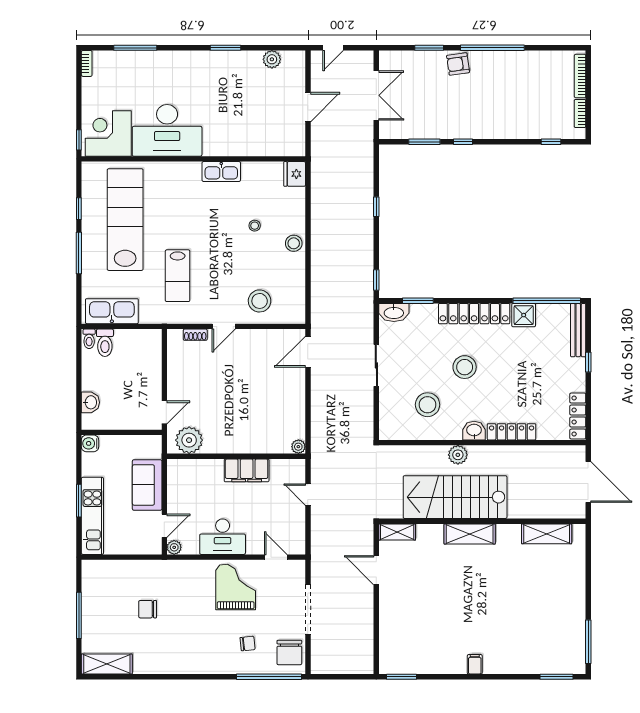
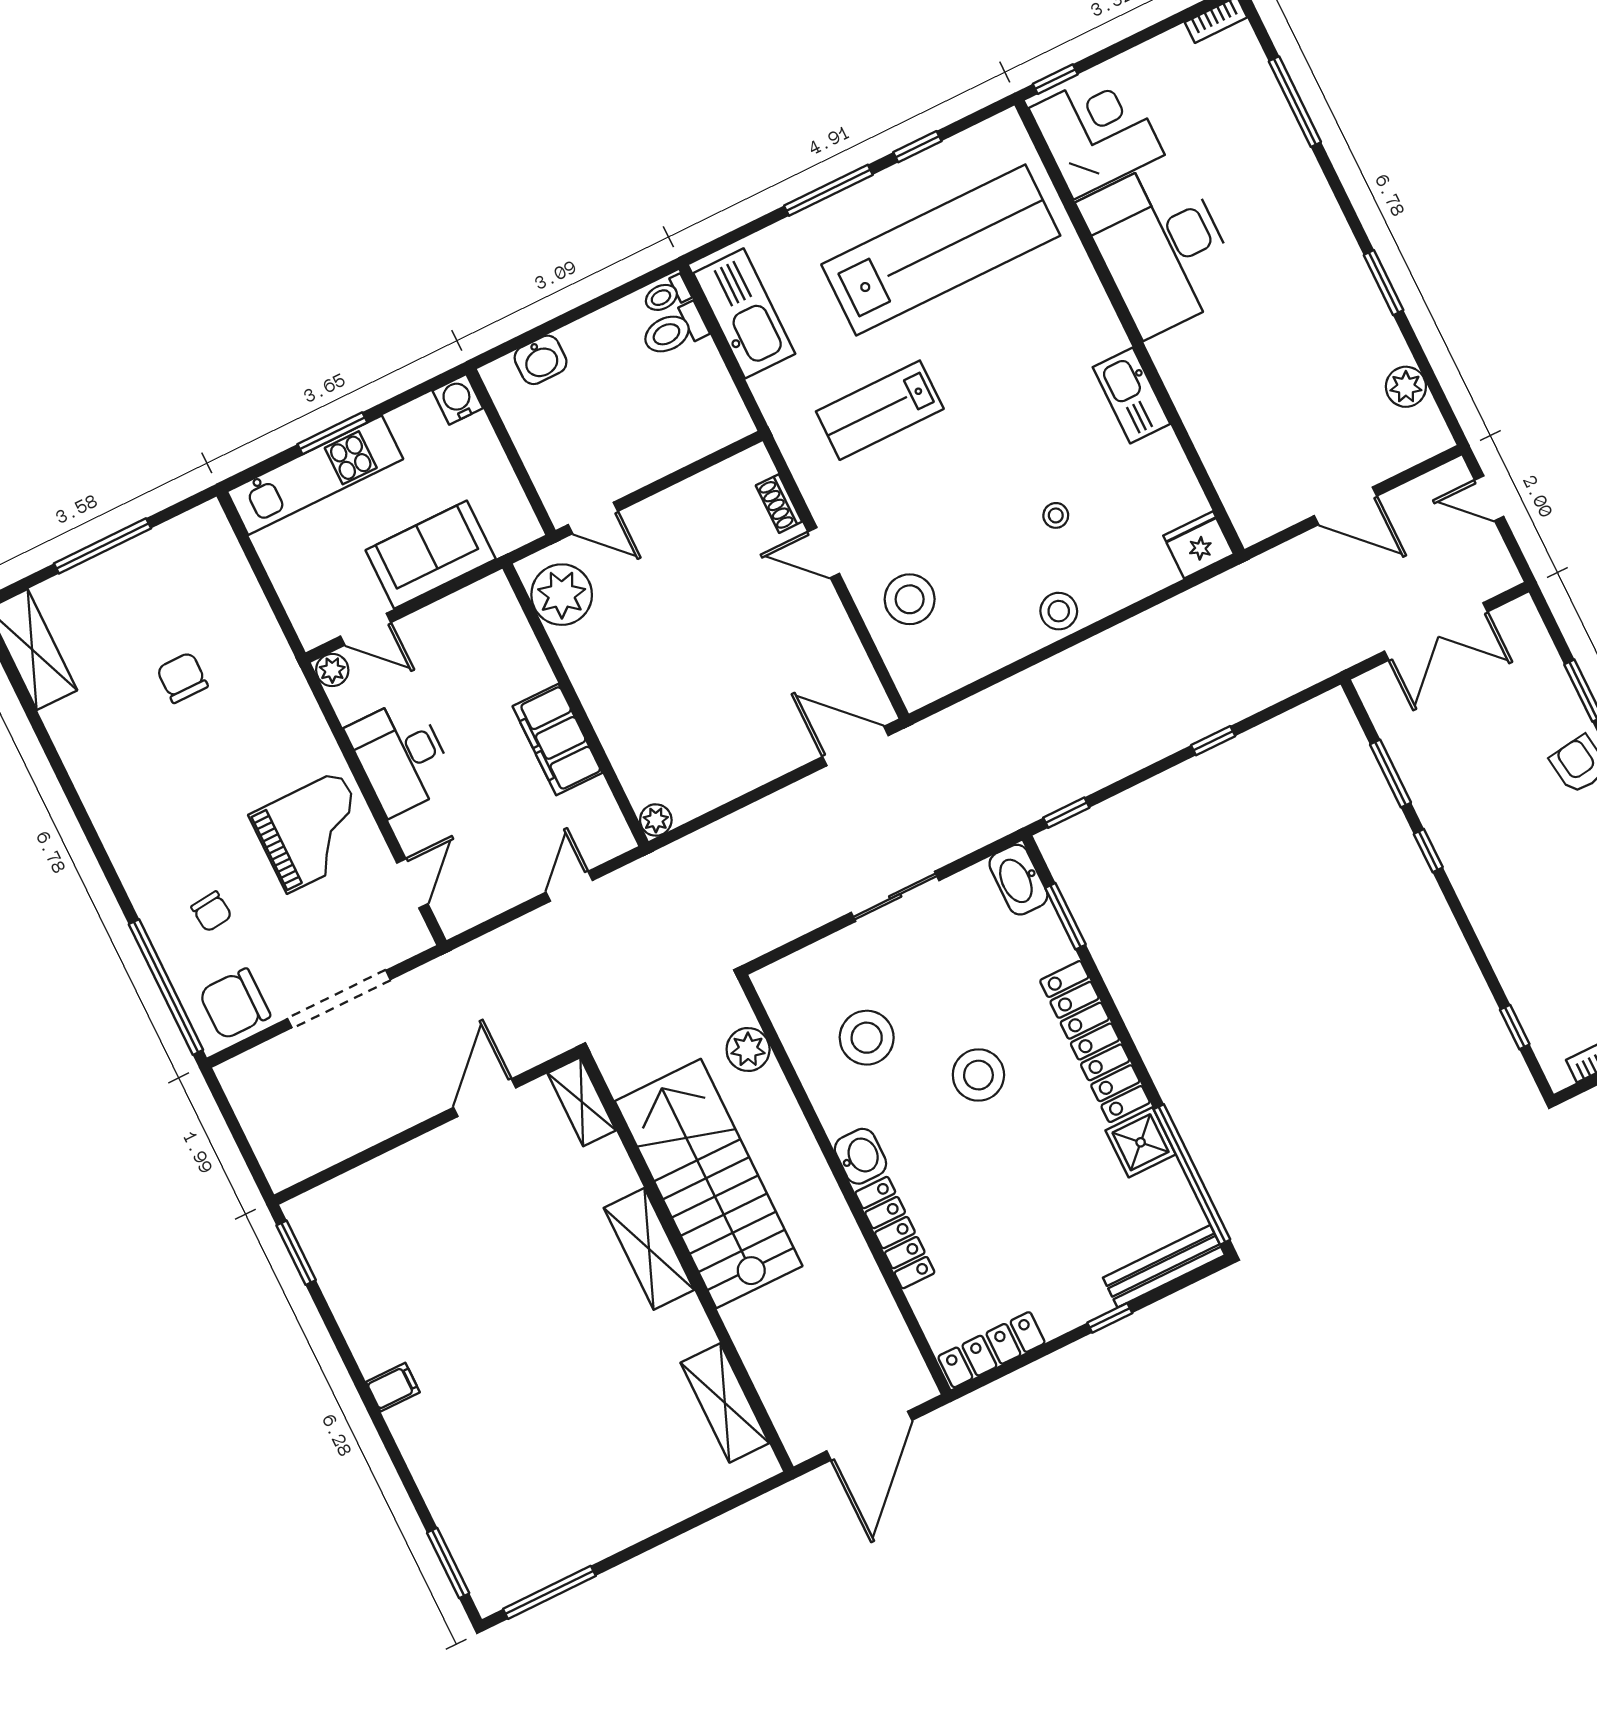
plant: (458, 455) -> (748, 1049), moved

